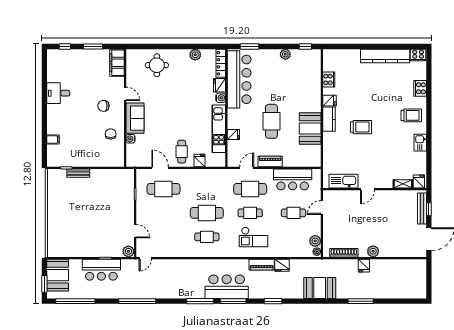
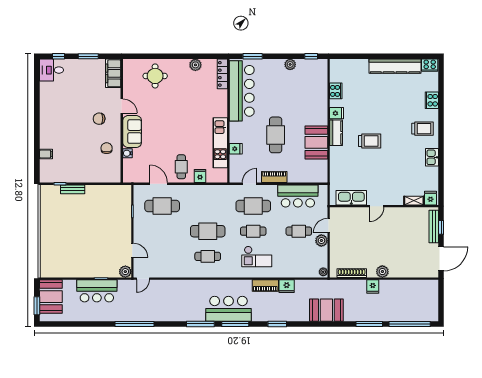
fridge: (219, 85) -> (221, 97), removed
desk: (58, 93) -> (52, 70), moved
water cooler: (221, 98) -> (222, 110), removed
plant: (315, 241) -> (321, 241), moved
window: (75, 301) -> (410, 324), moved

